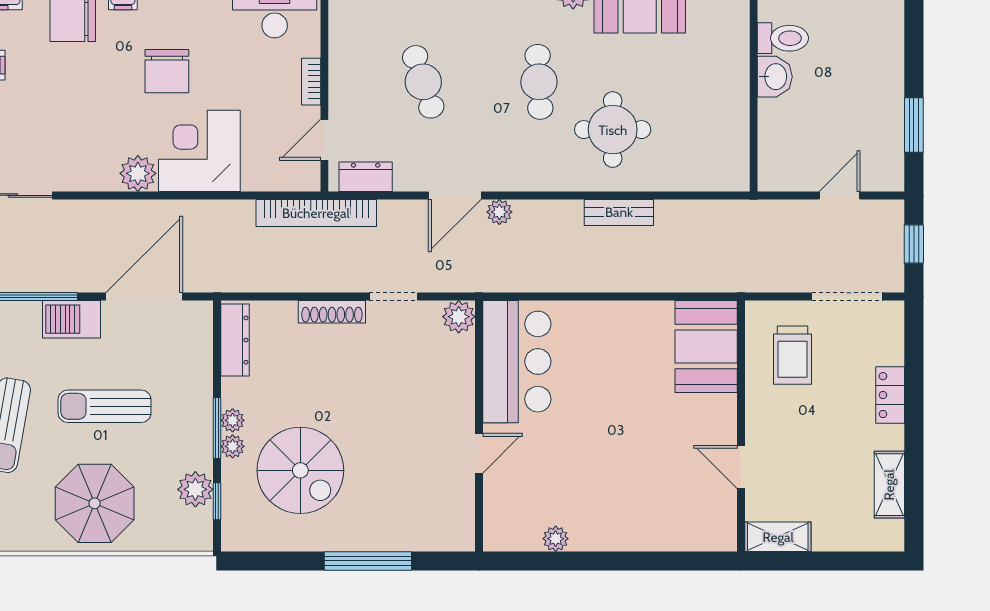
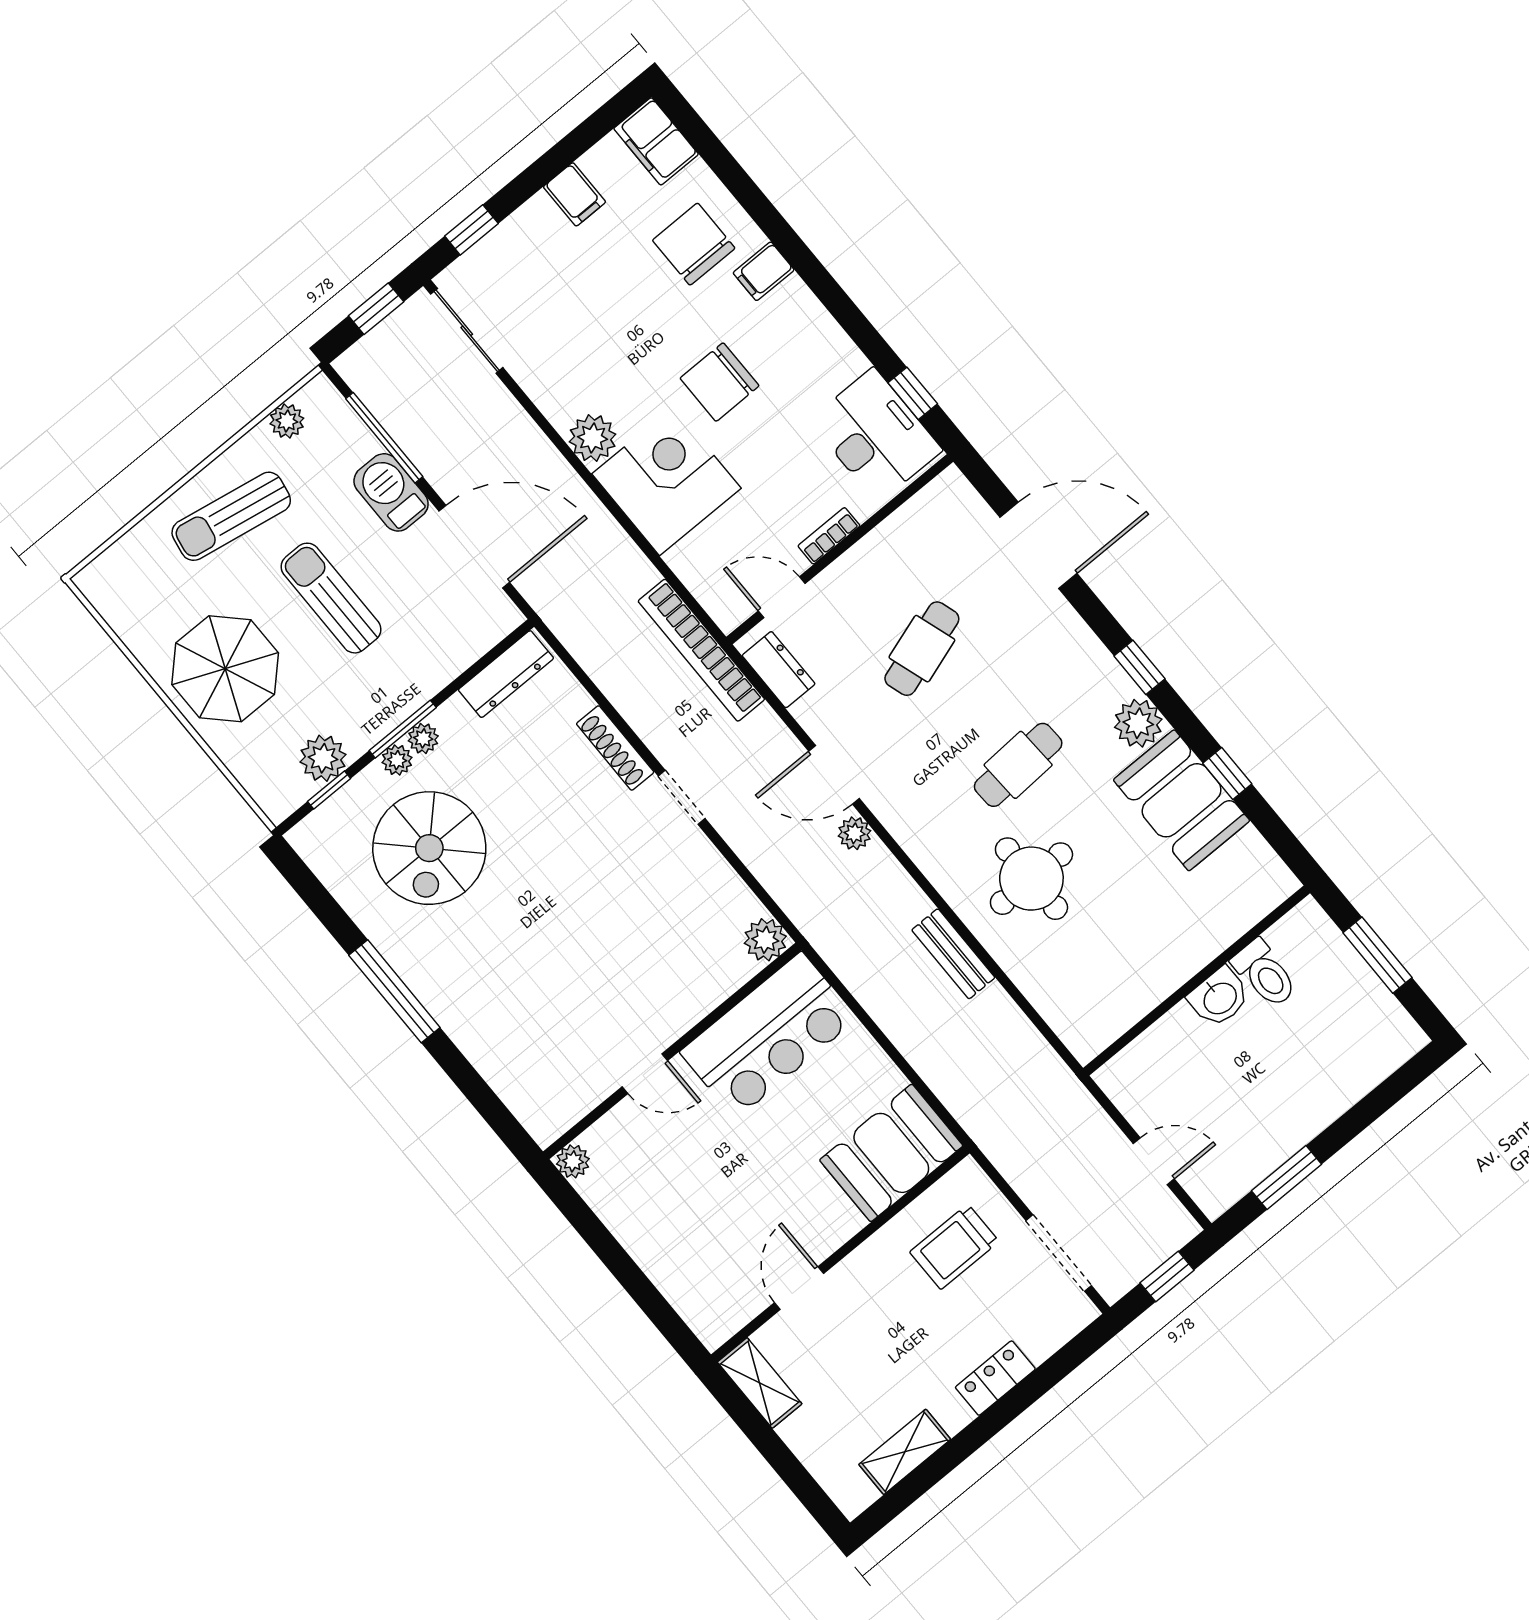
plant: (459, 317) -> (765, 940), moved
bar counter: (517, 362) -> (769, 1035), moved
wall: (479, 426) -> (672, 1051), moved
door: (479, 453) -> (645, 1074), moved

